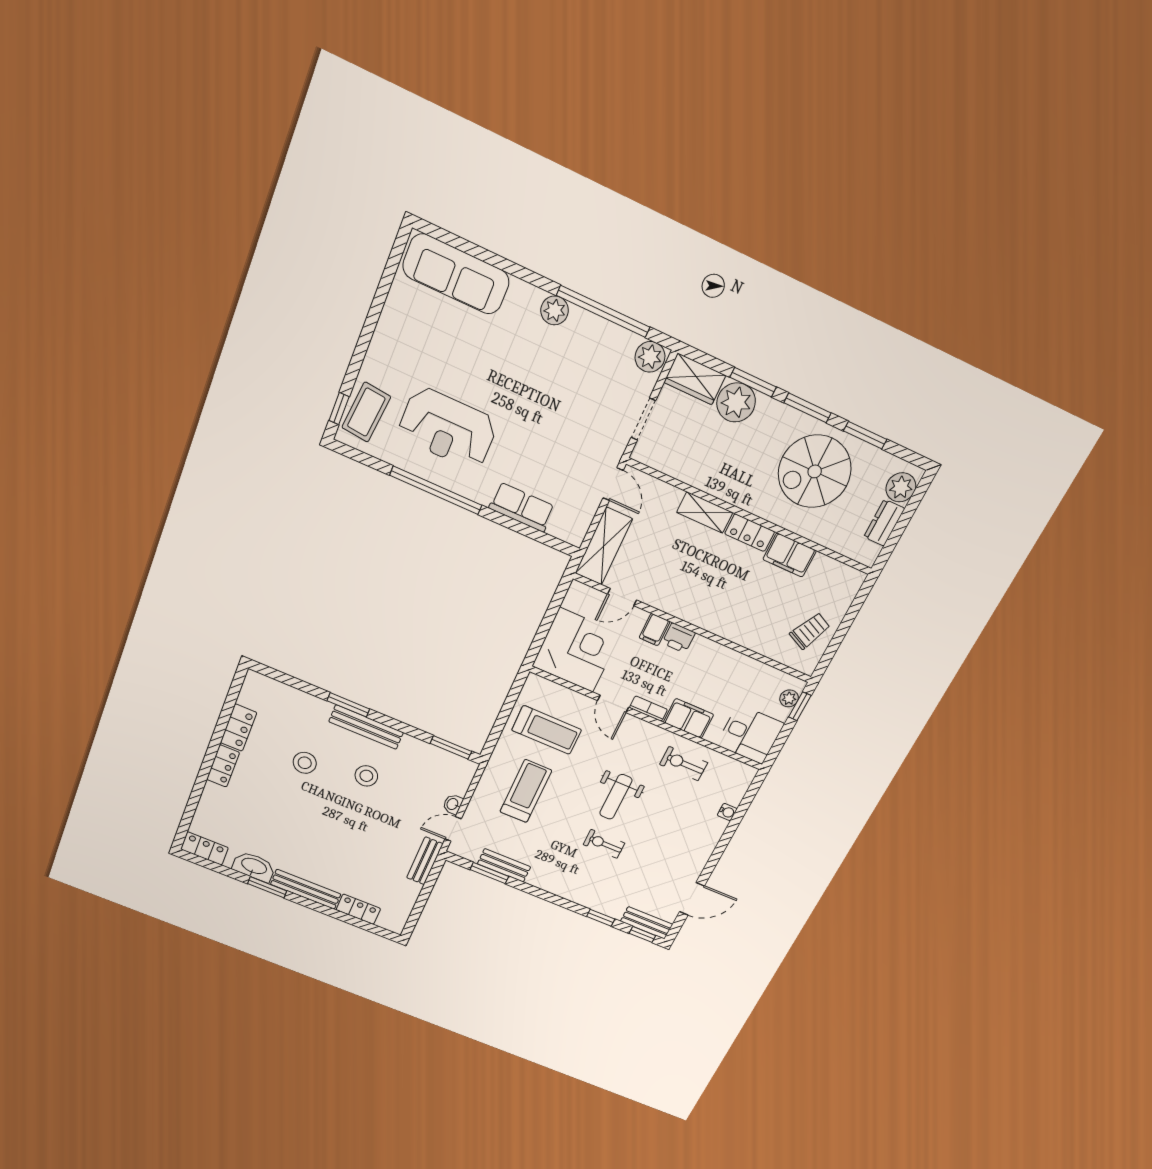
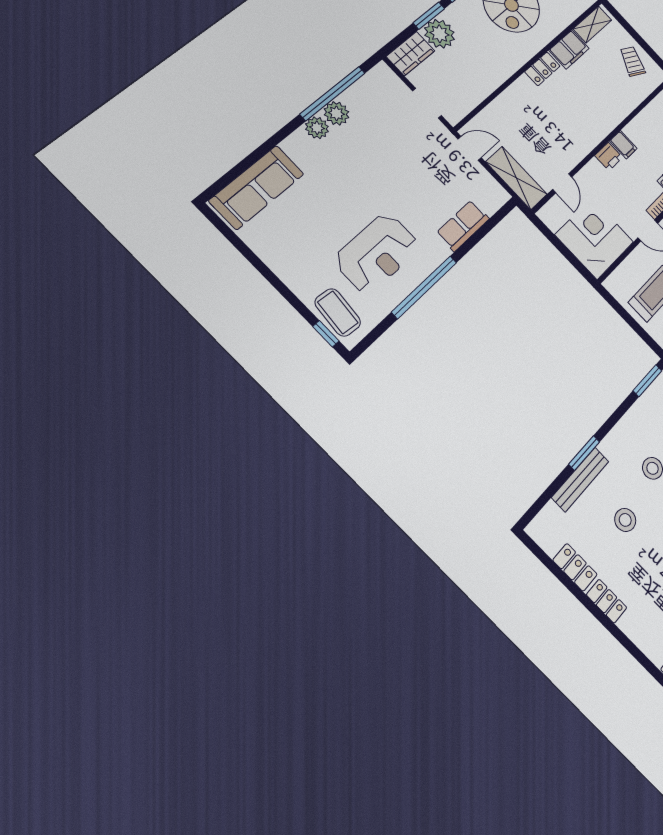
plant: (650, 357) -> (336, 113), moved
shelving: (705, 512) -> (592, 24), moved
filing cabinet: (655, 630) -> (623, 145), moved
bench: (366, 727) -> (580, 479), moved

